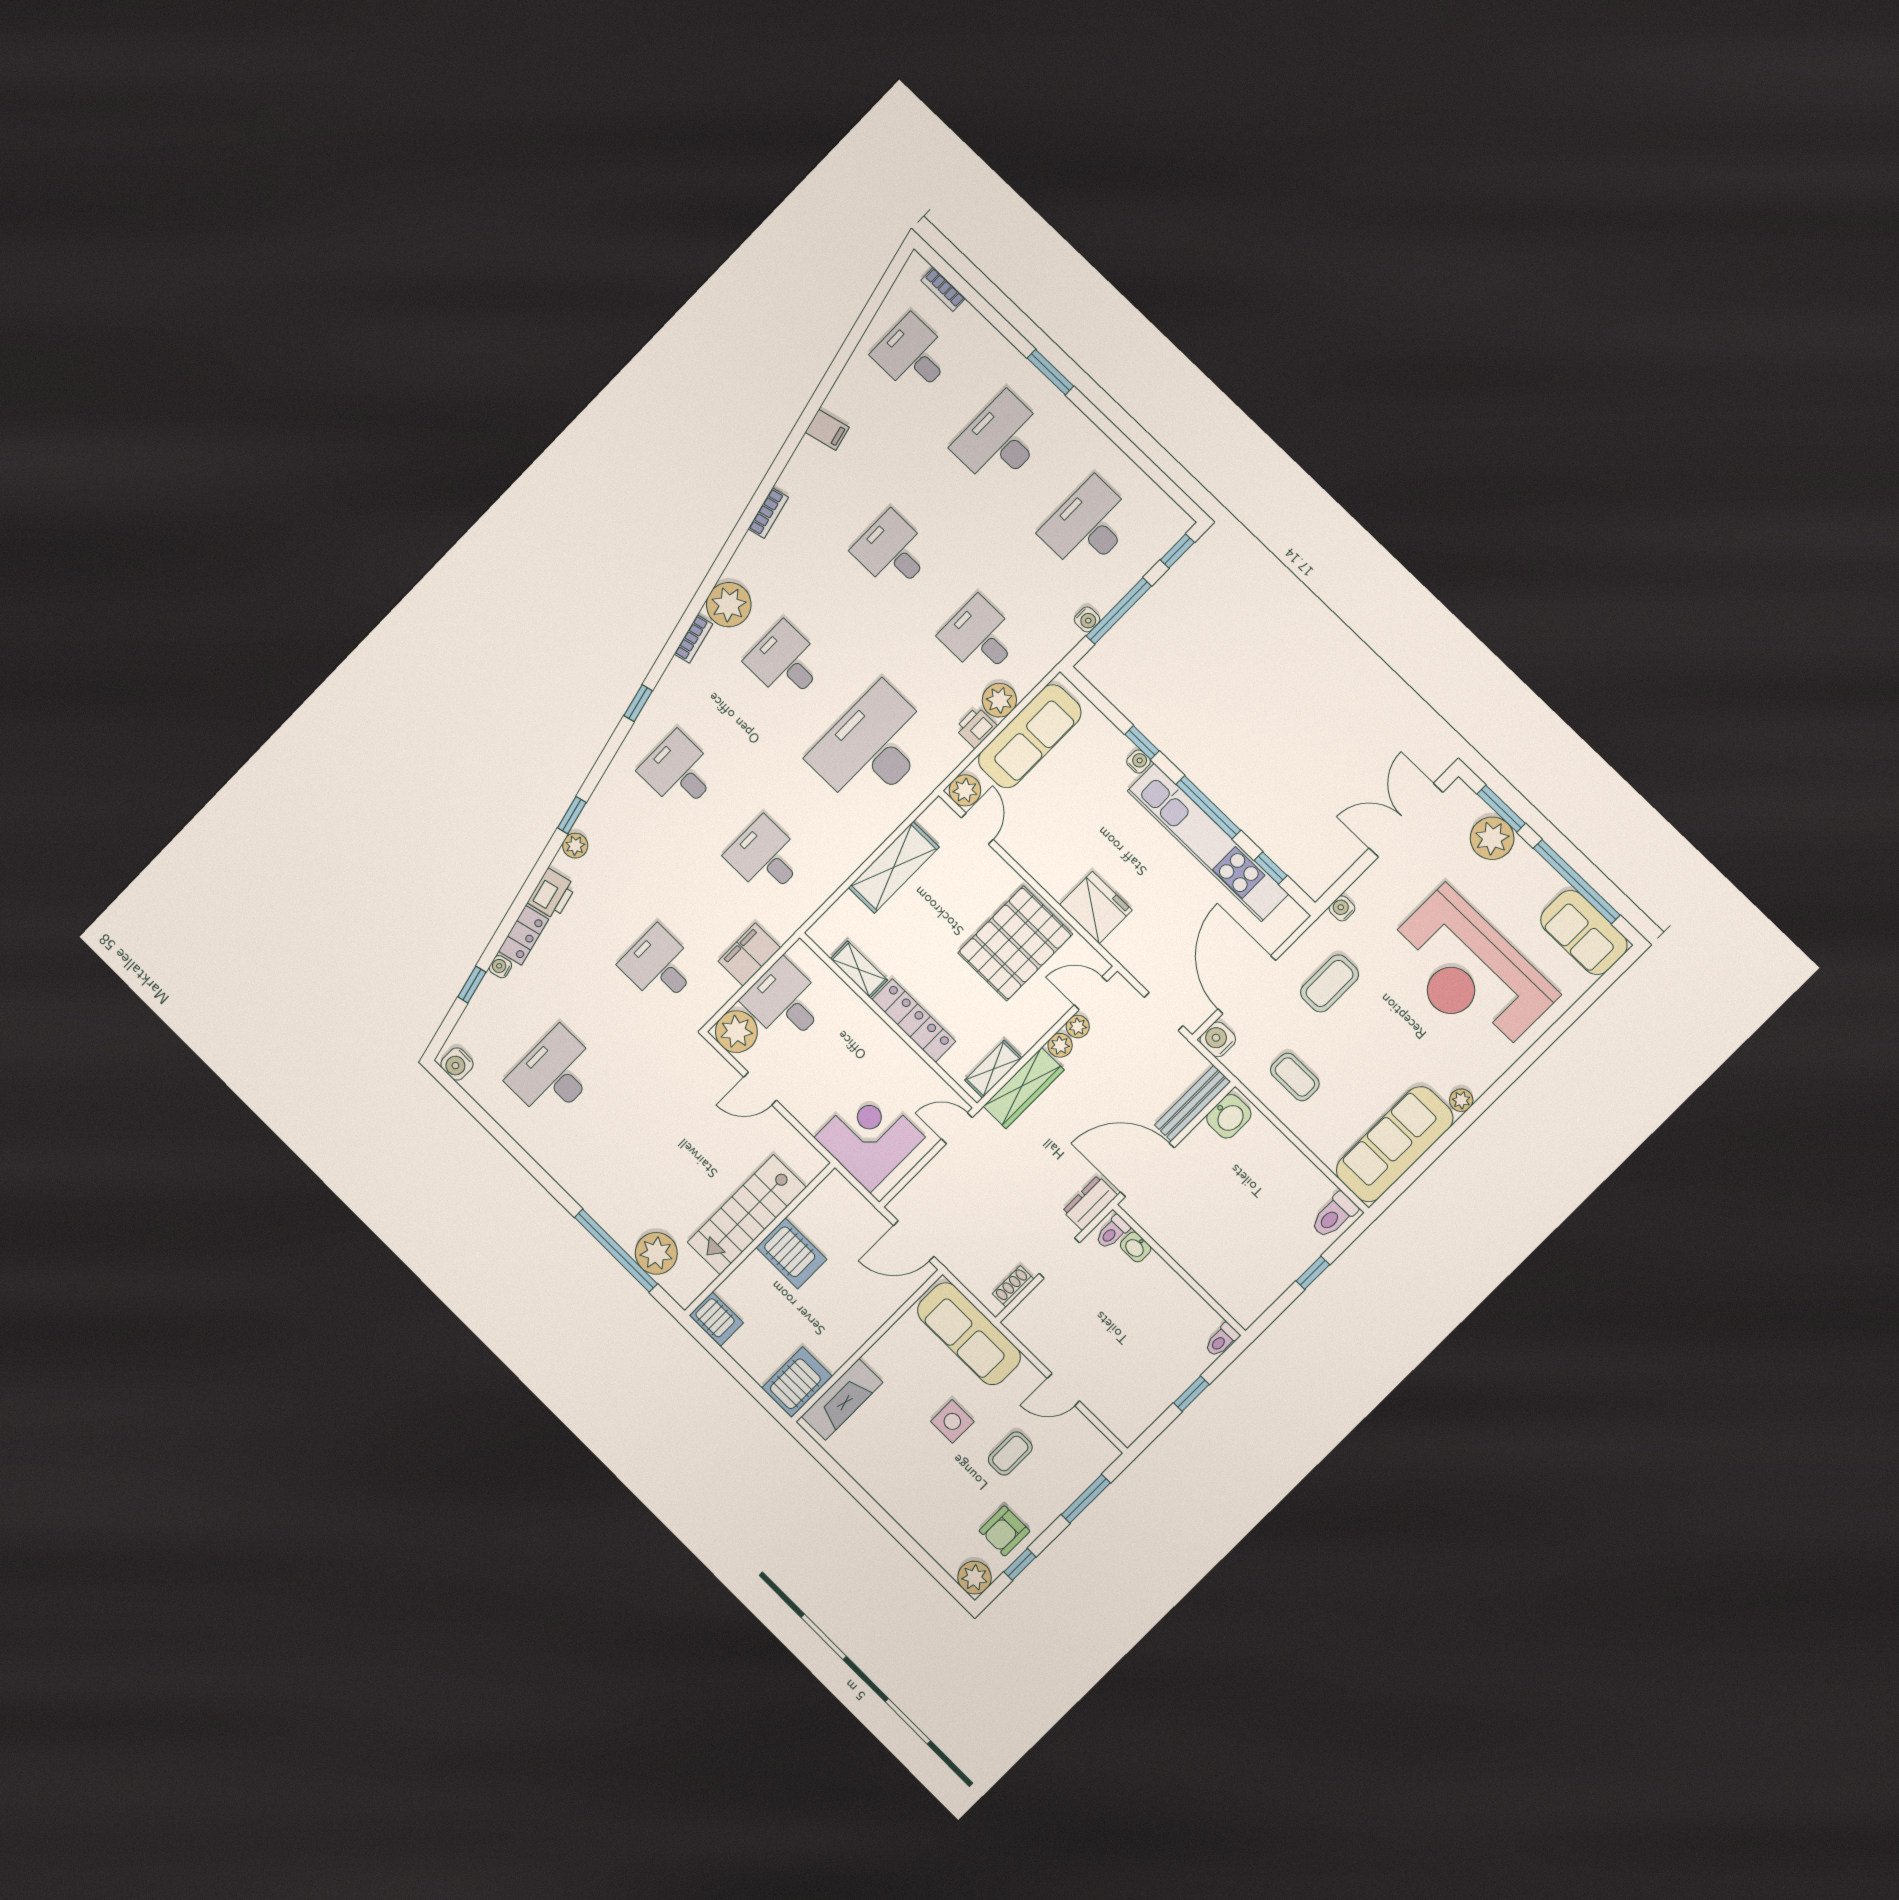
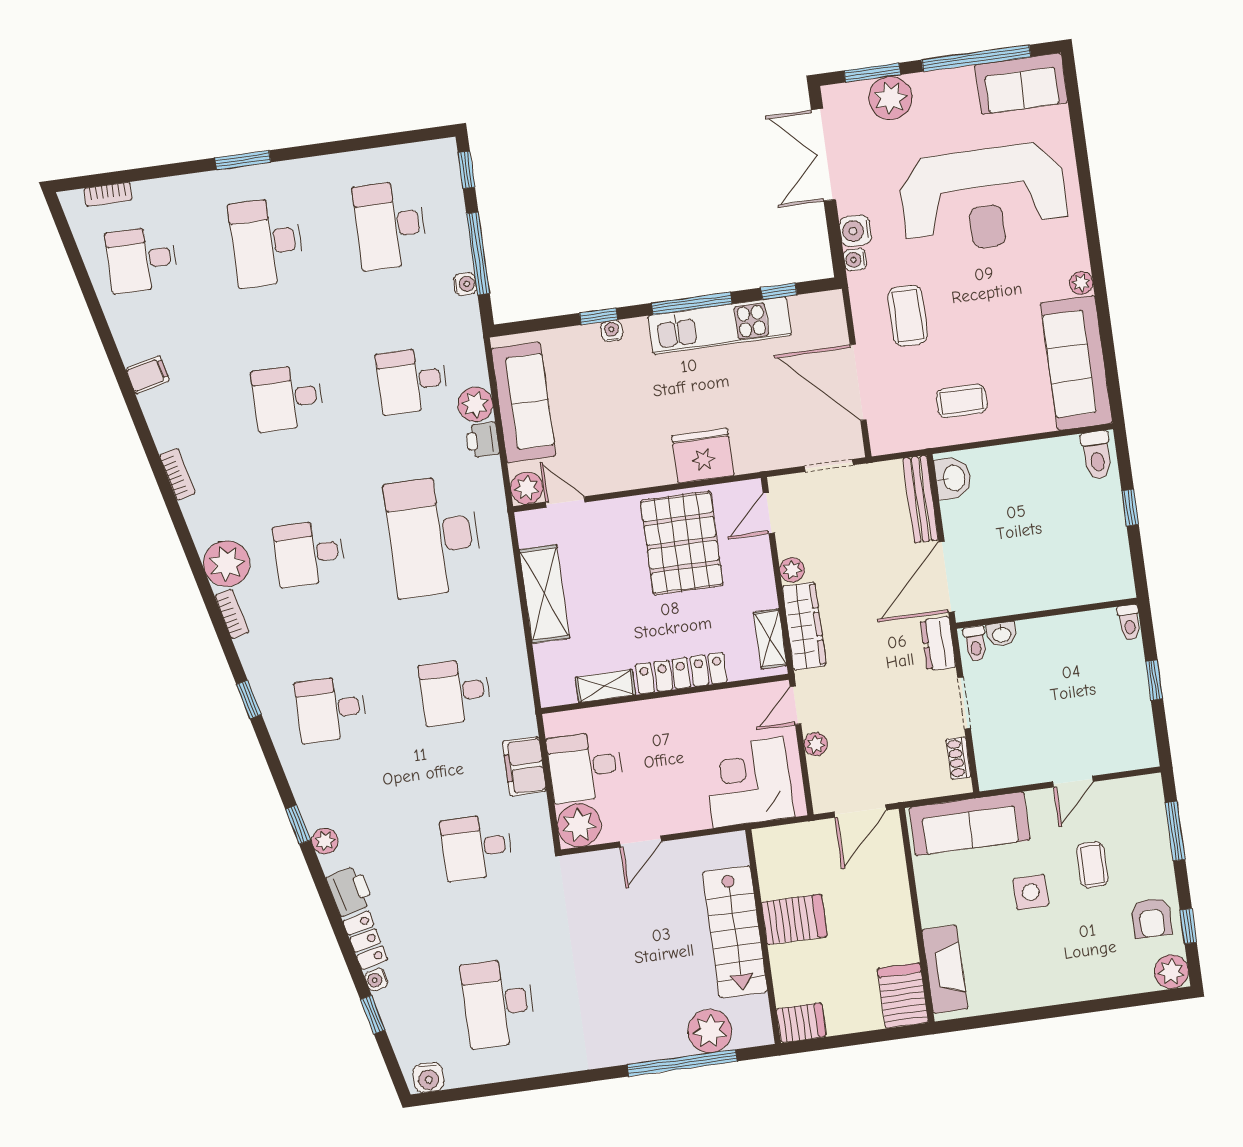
kitchen unit: (1208, 842) -> (720, 326), width x0.73
plant: (1078, 1027) -> (816, 744), moved
water cooler: (1218, 1039) -> (855, 231), moved

